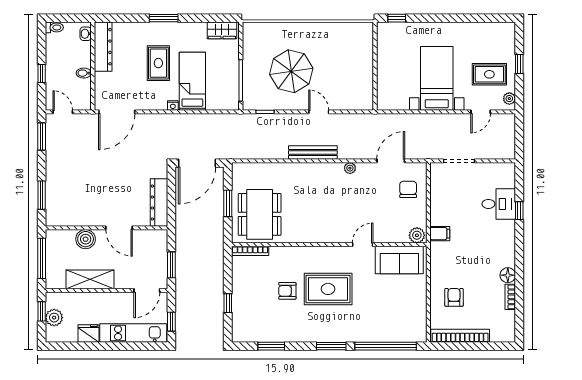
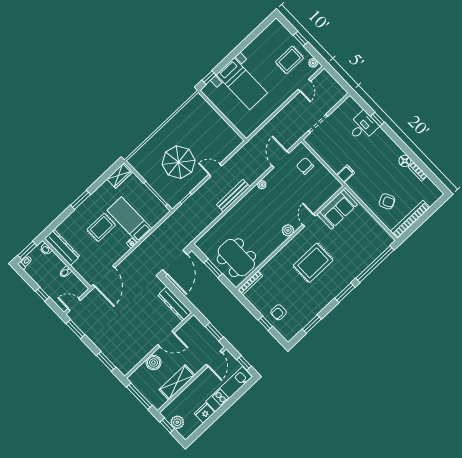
window: (67, 18) -> (27, 251), added
rug: (158, 63) -> (101, 227), turned 90
bed with nightstands: (437, 78) -> (242, 84), moved, turned 180
plant: (417, 235) -> (288, 230), moved
armchair: (287, 291) -> (279, 312), moved
armchair: (454, 297) -> (387, 201), turned 153

